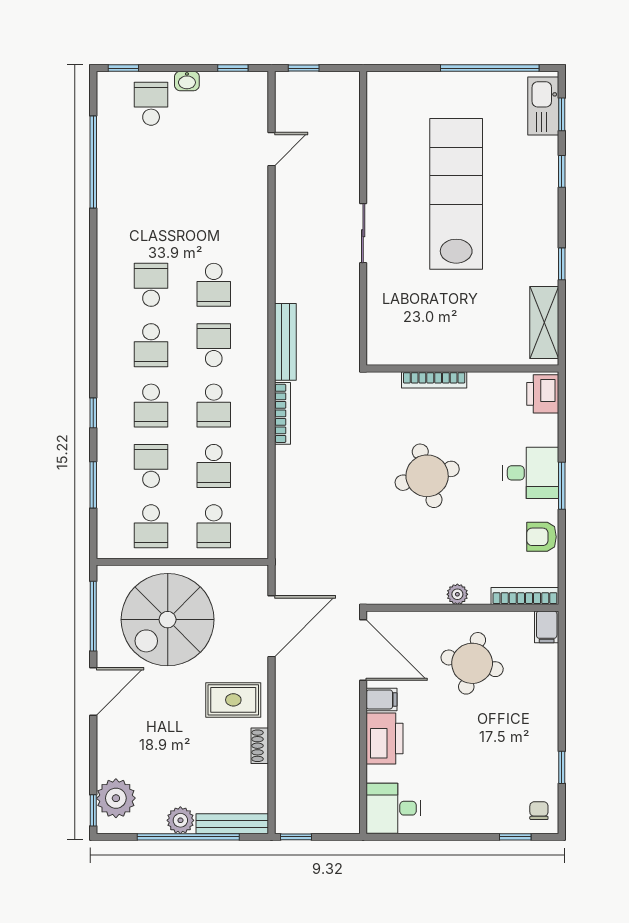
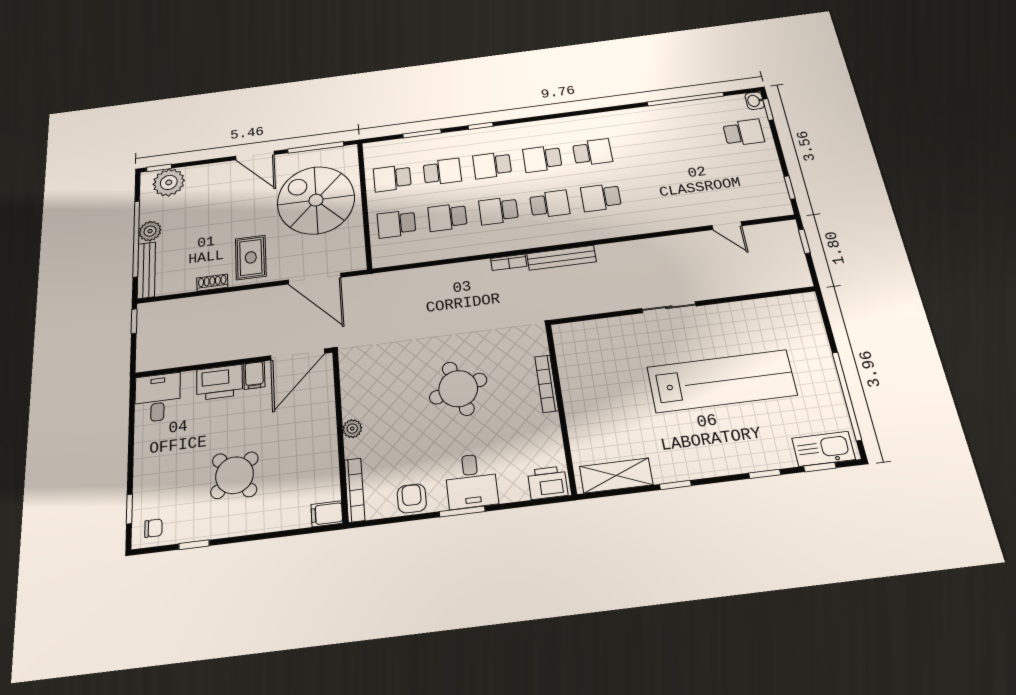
washbasin: (187, 81) -> (755, 101), moved
bookcase: (283, 413) -> (509, 262), width x0.64
round table: (472, 663) -> (234, 475), moved, turned 35

